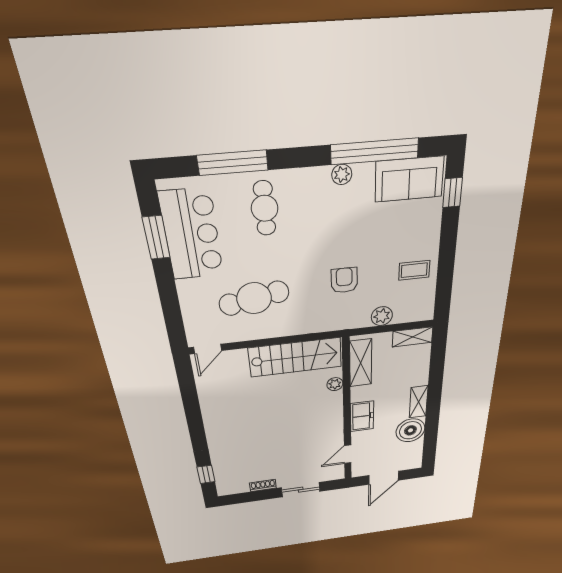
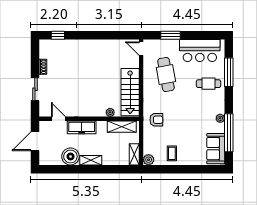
window: (452, 193) -> (208, 169), removed
window: (156, 238) -> (170, 35), moved
armchair: (344, 280) -> (156, 120), moved
plant: (382, 316) -> (149, 160), moved
freezer: (362, 416) -> (82, 127), width x1.40
door: (384, 478) -> (35, 141), hinge flipped

